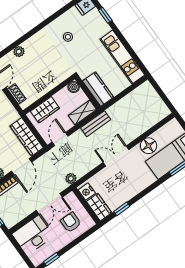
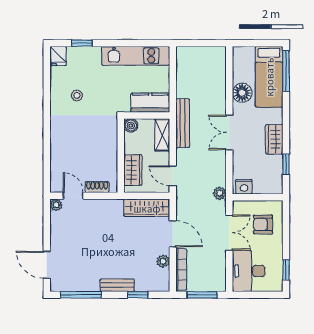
plant: (19, 52) -> (57, 155), removed
bench: (96, 124) -> (183, 123), width x1.36
wardrobe: (99, 207) -> (274, 139), moved, turned -90

